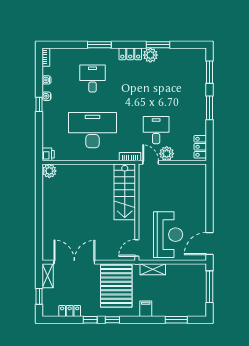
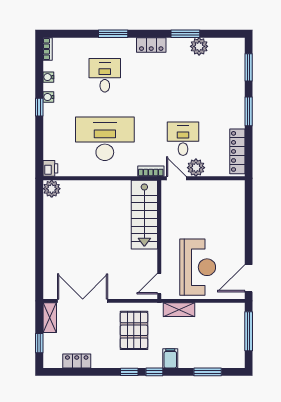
plant: (150, 55) -> (199, 46), moved
locker: (200, 147) -> (237, 151), width x1.53
pallet: (116, 286) -> (134, 330), width x0.73, depth x0.71
window: (90, 320) -> (154, 372), moved

